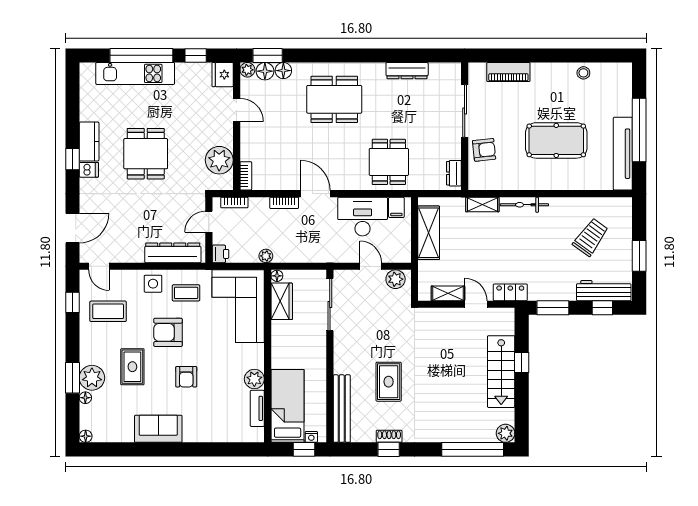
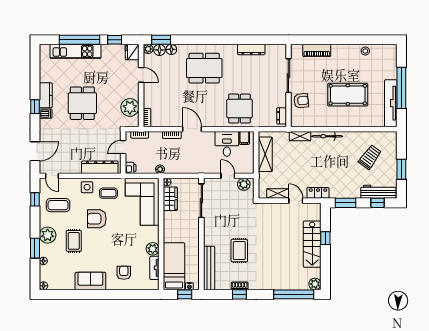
desk: (363, 217) -> (227, 144), width x0.73
armchair: (186, 377) -> (124, 273), moved, turned 180
plant: (92, 378) -> (48, 235), moved

